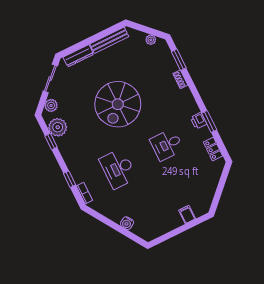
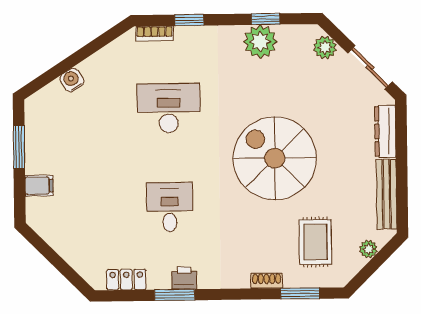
plant: (151, 40) -> (368, 249), moved
rug: (150, 64) -> (315, 242), added
plant: (58, 127) -> (260, 42), moved
window: (173, 233) -> (19, 147), added

